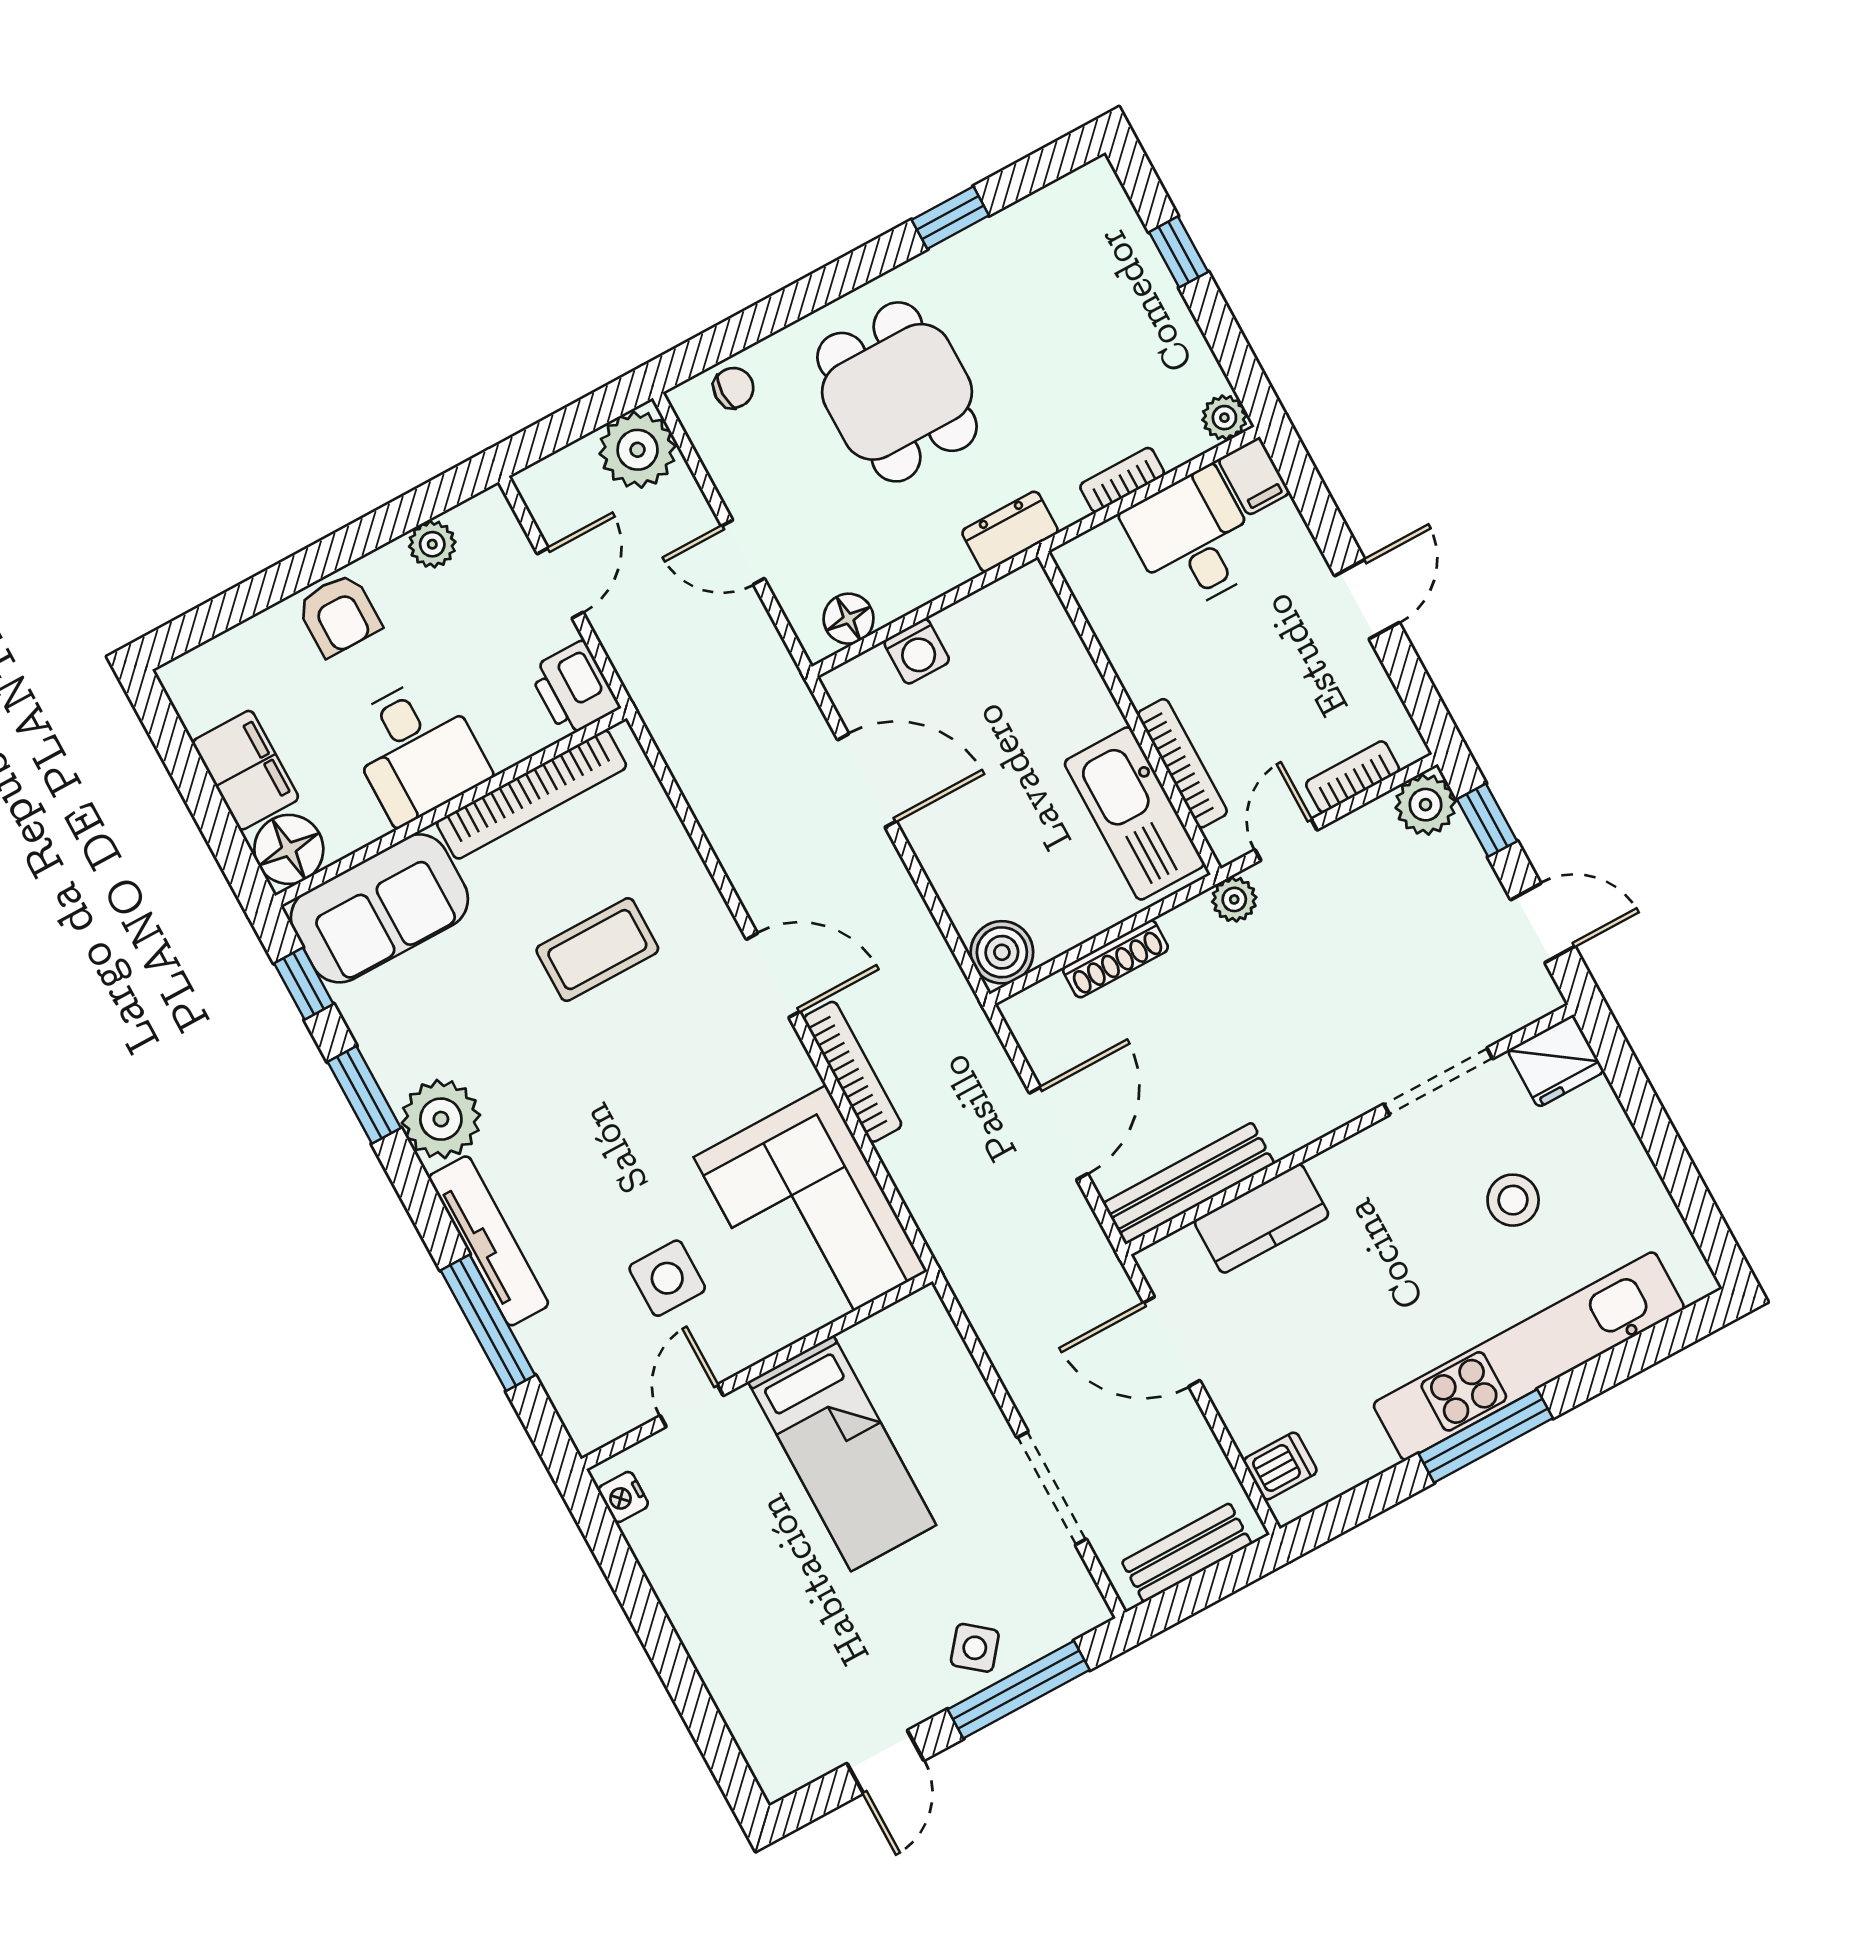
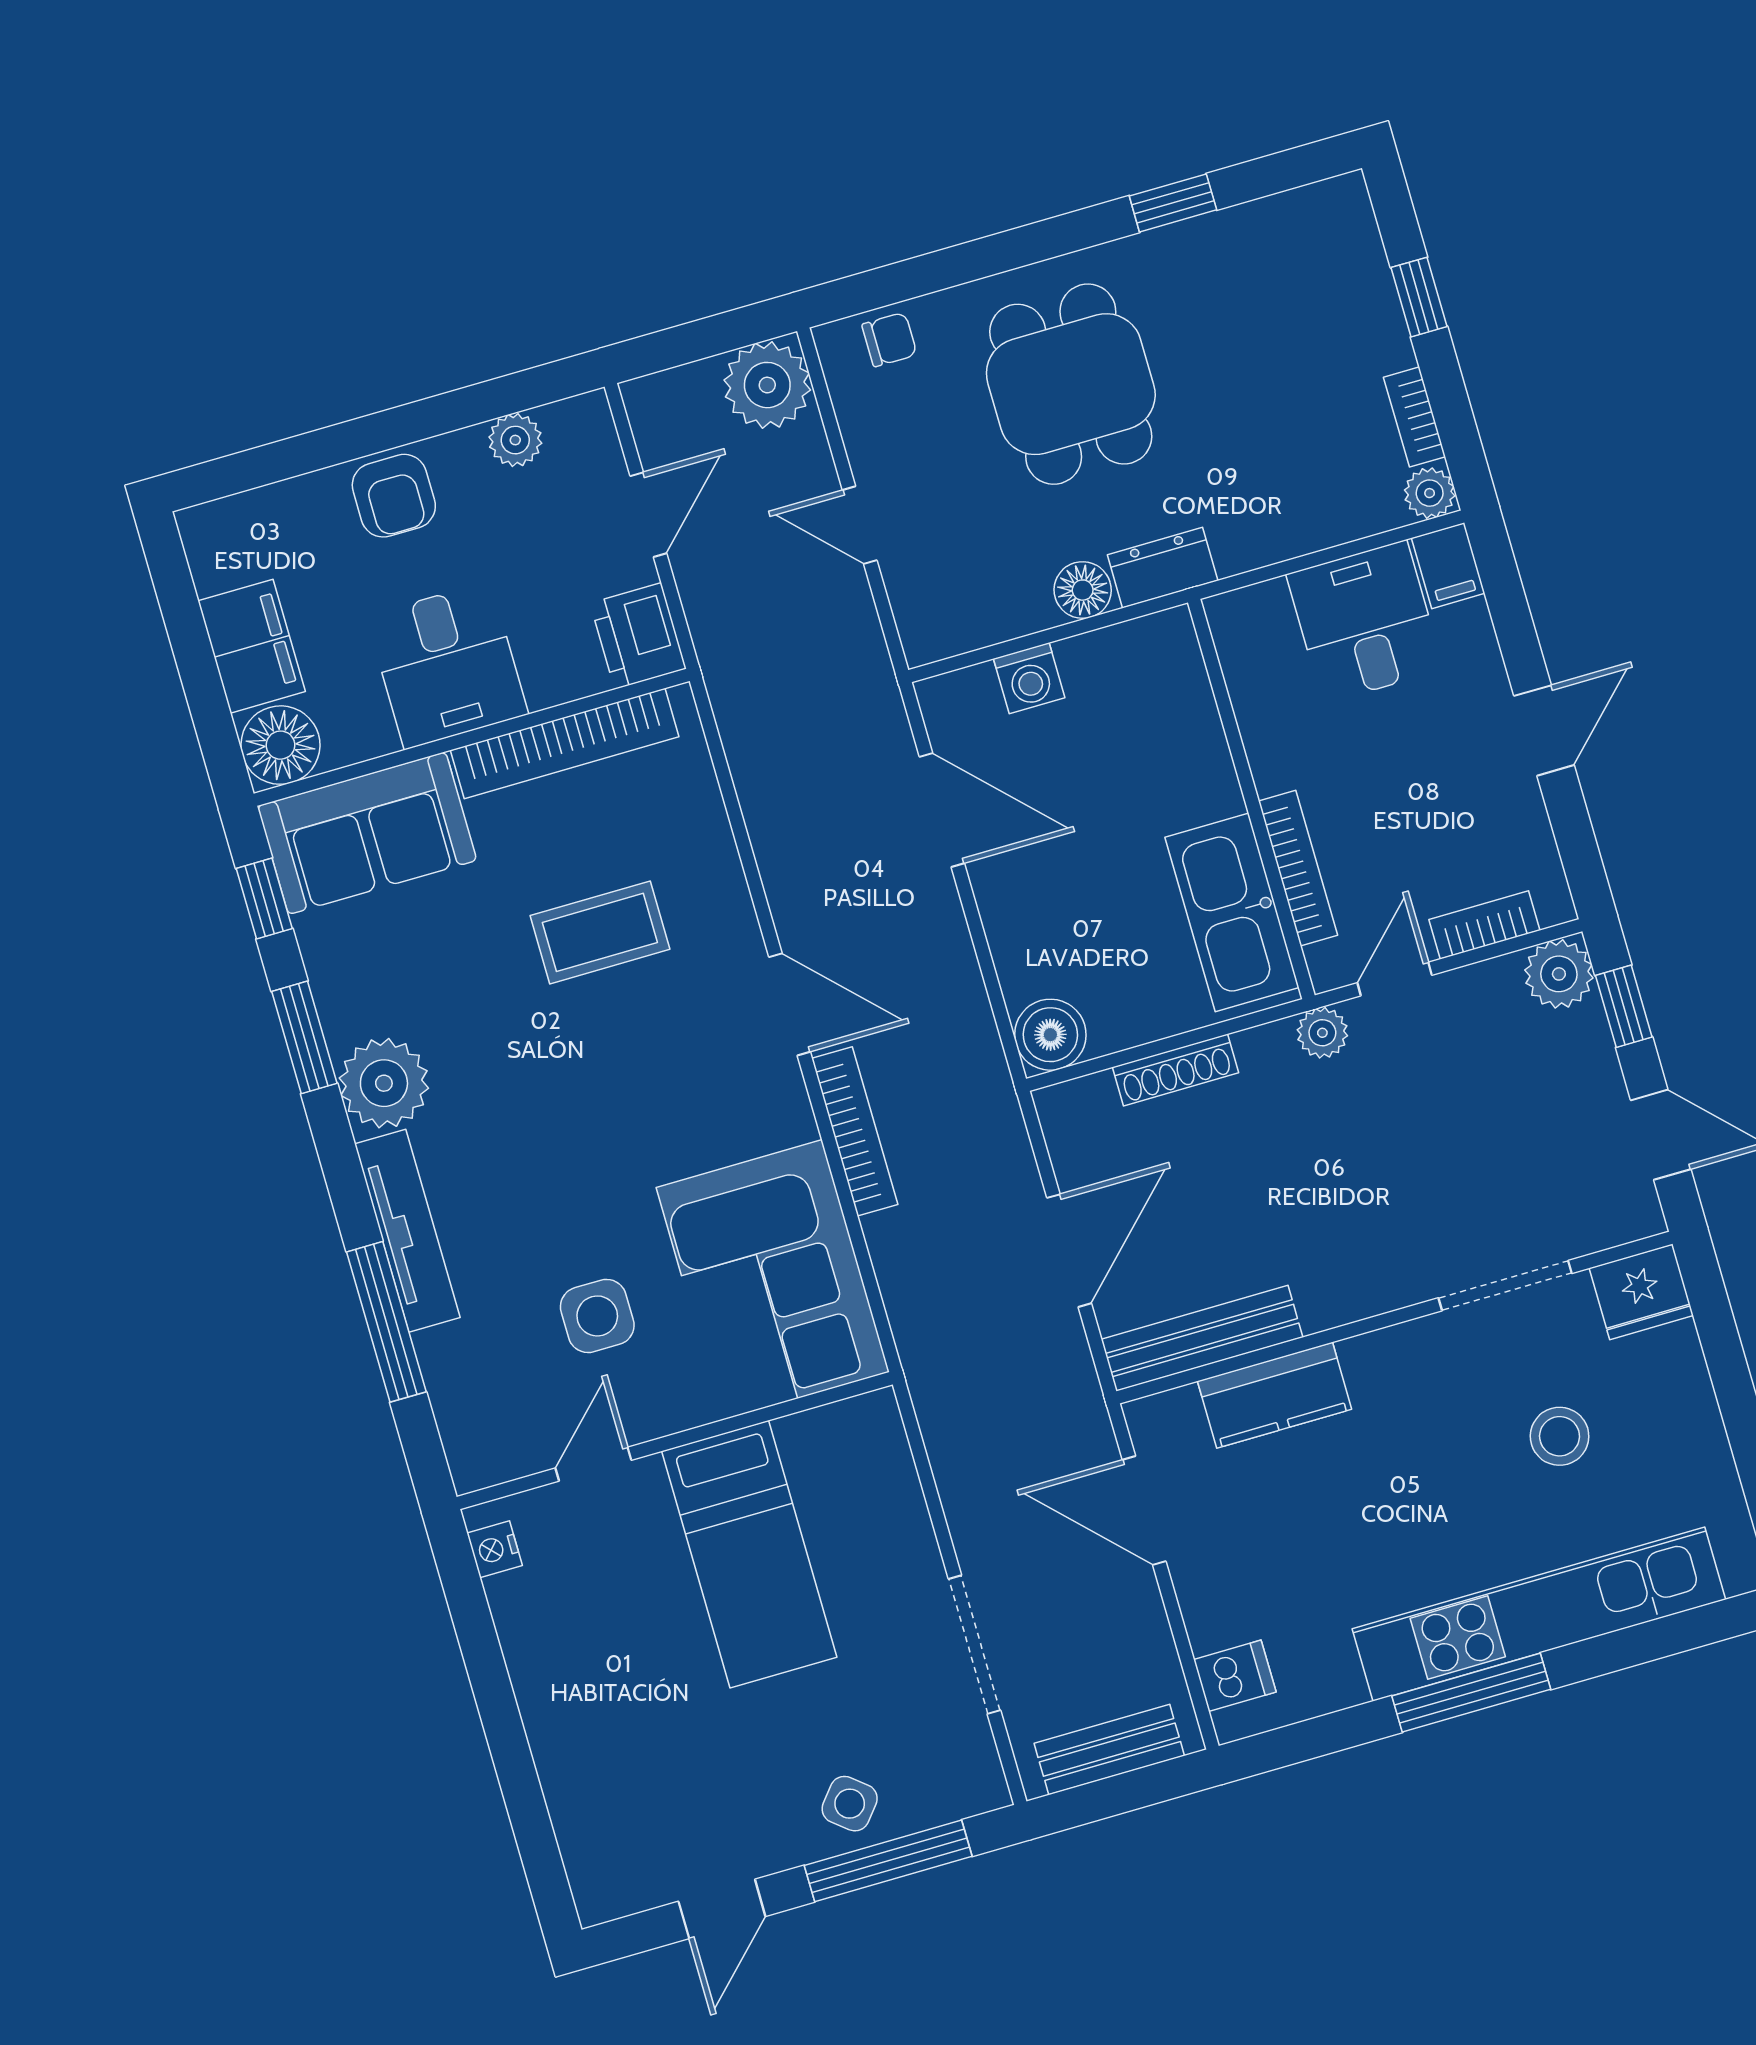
bookcase: (1122, 480) -> (1415, 417), moved, turned -90
floor lamp: (849, 619) -> (1083, 590), moved

